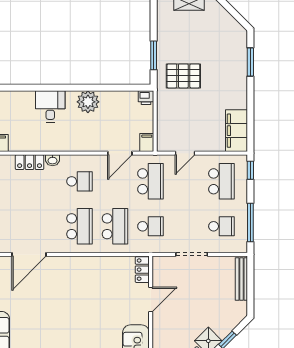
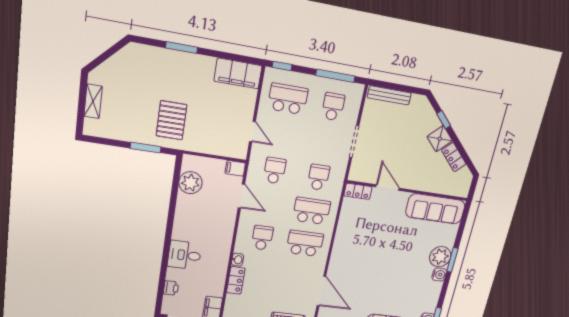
window: (250, 62) -> (182, 48), moved
printer: (146, 98) -> (171, 288), moved
plant: (88, 102) -> (190, 183), moved
school desk: (150, 181) -> (275, 171), width x0.54

